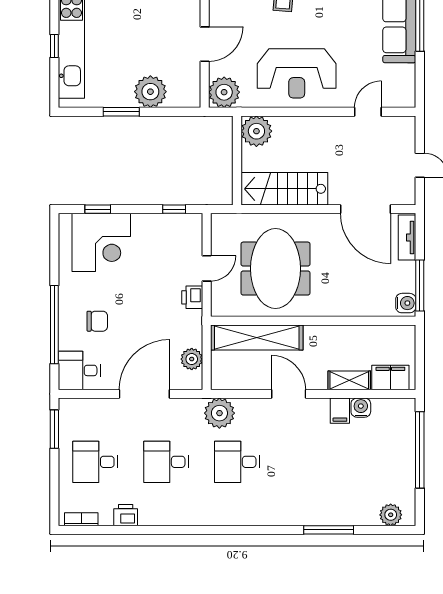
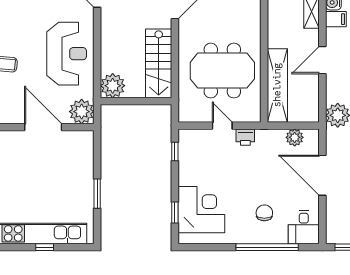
door: (205, 44) -> (43, 127), width x1.36
plant: (150, 92) -> (81, 170), removed

